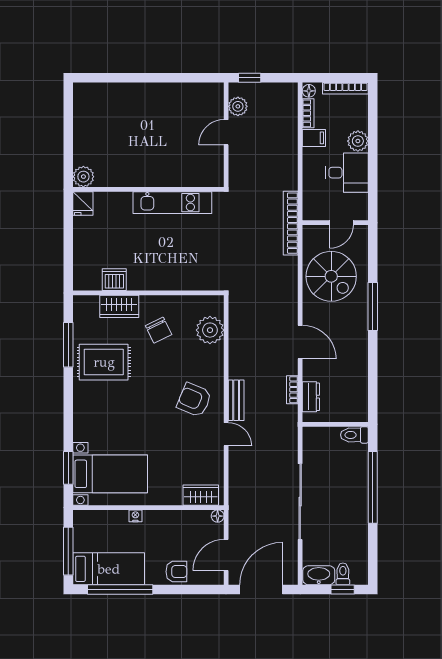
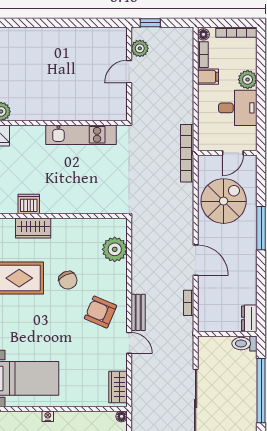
spiral stairs: (331, 276) -> (224, 201), turned -90
chair: (159, 330) -> (68, 280), moved
dresser: (311, 397) -> (249, 318), moved, turned 180
wardrobe: (201, 495) -> (118, 387), moved, turned -90

